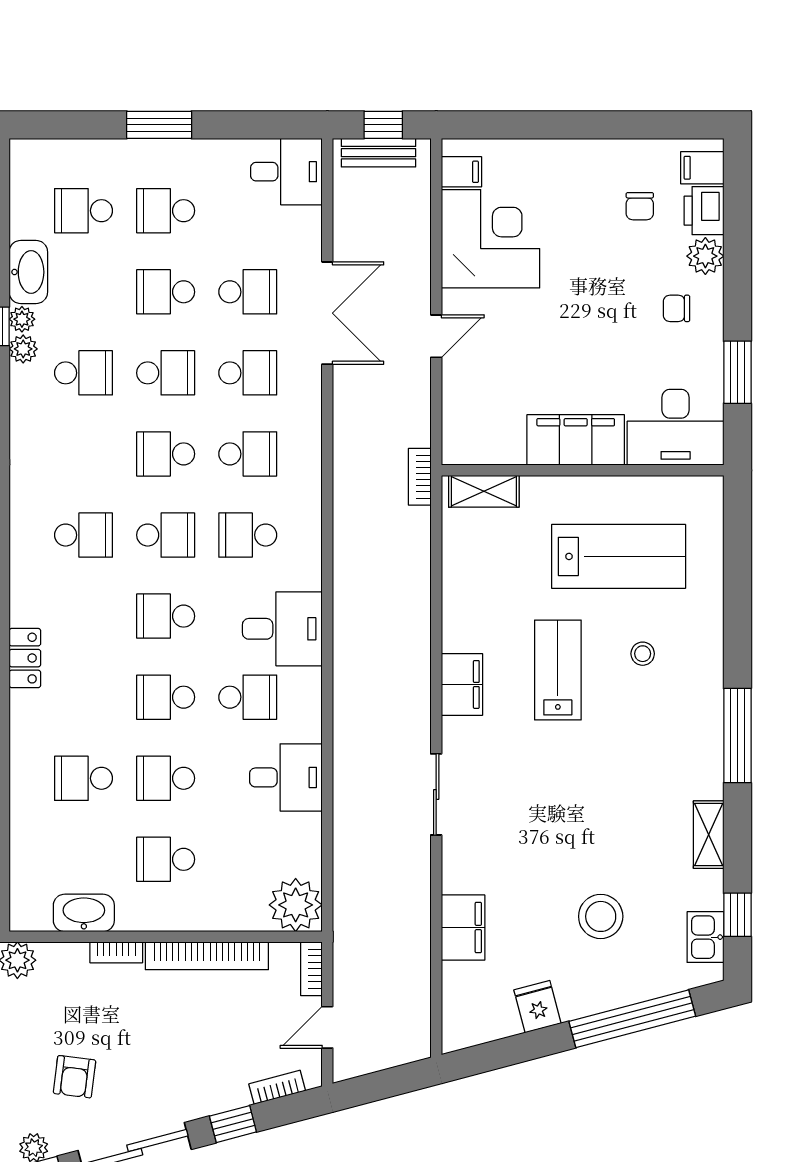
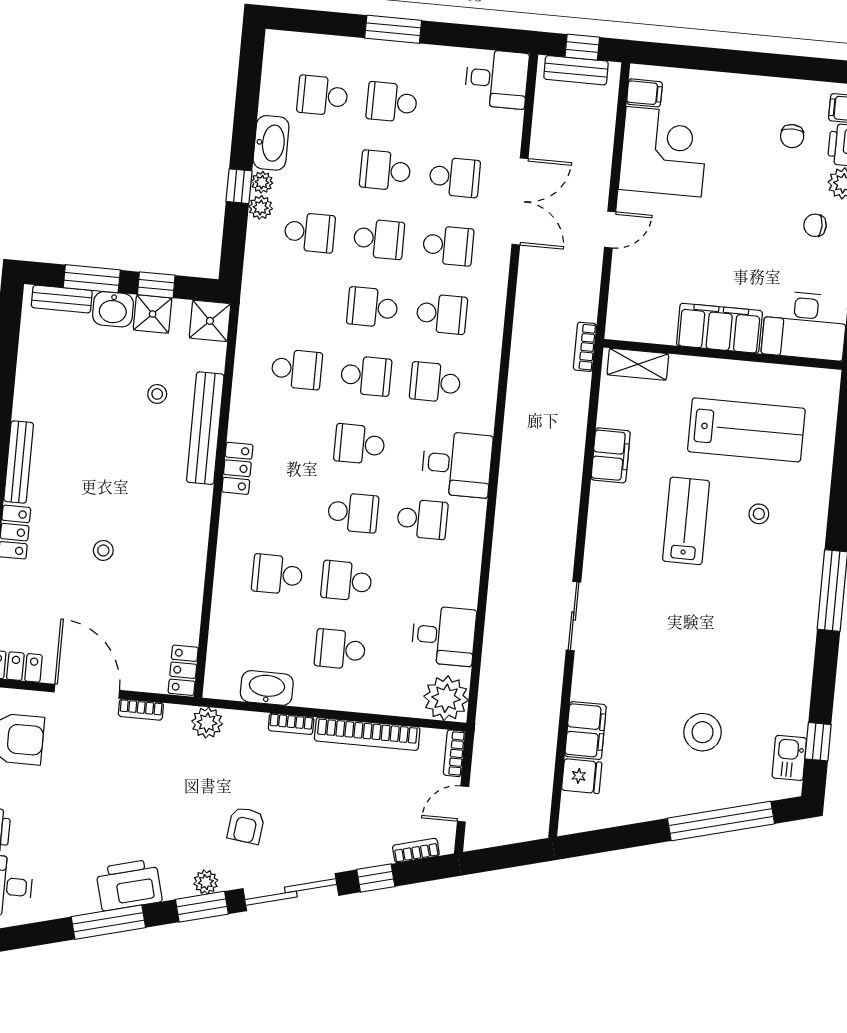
filing cabinet: (462, 684) -> (611, 455), moved
school desk: (166, 697) -> (353, 513), turned 180
desk: (286, 777) -> (444, 636), moved
shelving: (709, 835) -> (800, 672), removed
fridge: (537, 1007) -> (582, 776), moved, turned 105

